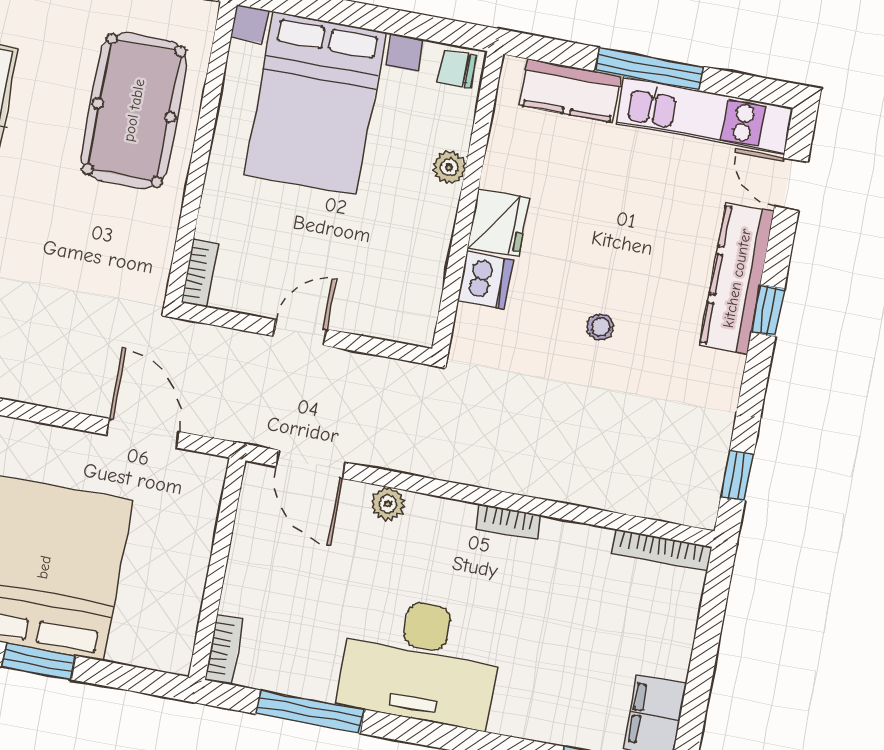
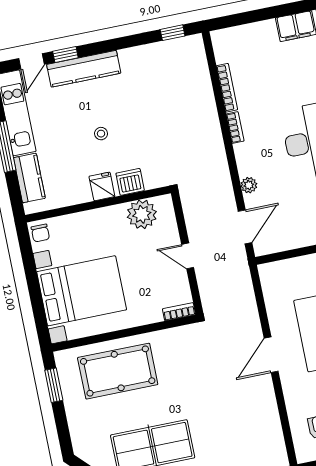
plant: (449, 167) -> (142, 214), moved, width x1.87, depth x1.87
fridge: (498, 222) -> (102, 186), width x0.72
window: (768, 310) -> (65, 54), moved
stool: (600, 327) -> (101, 134), moved
door: (143, 433) -> (271, 355), moved
bookcase: (661, 550) -> (227, 88), moved

